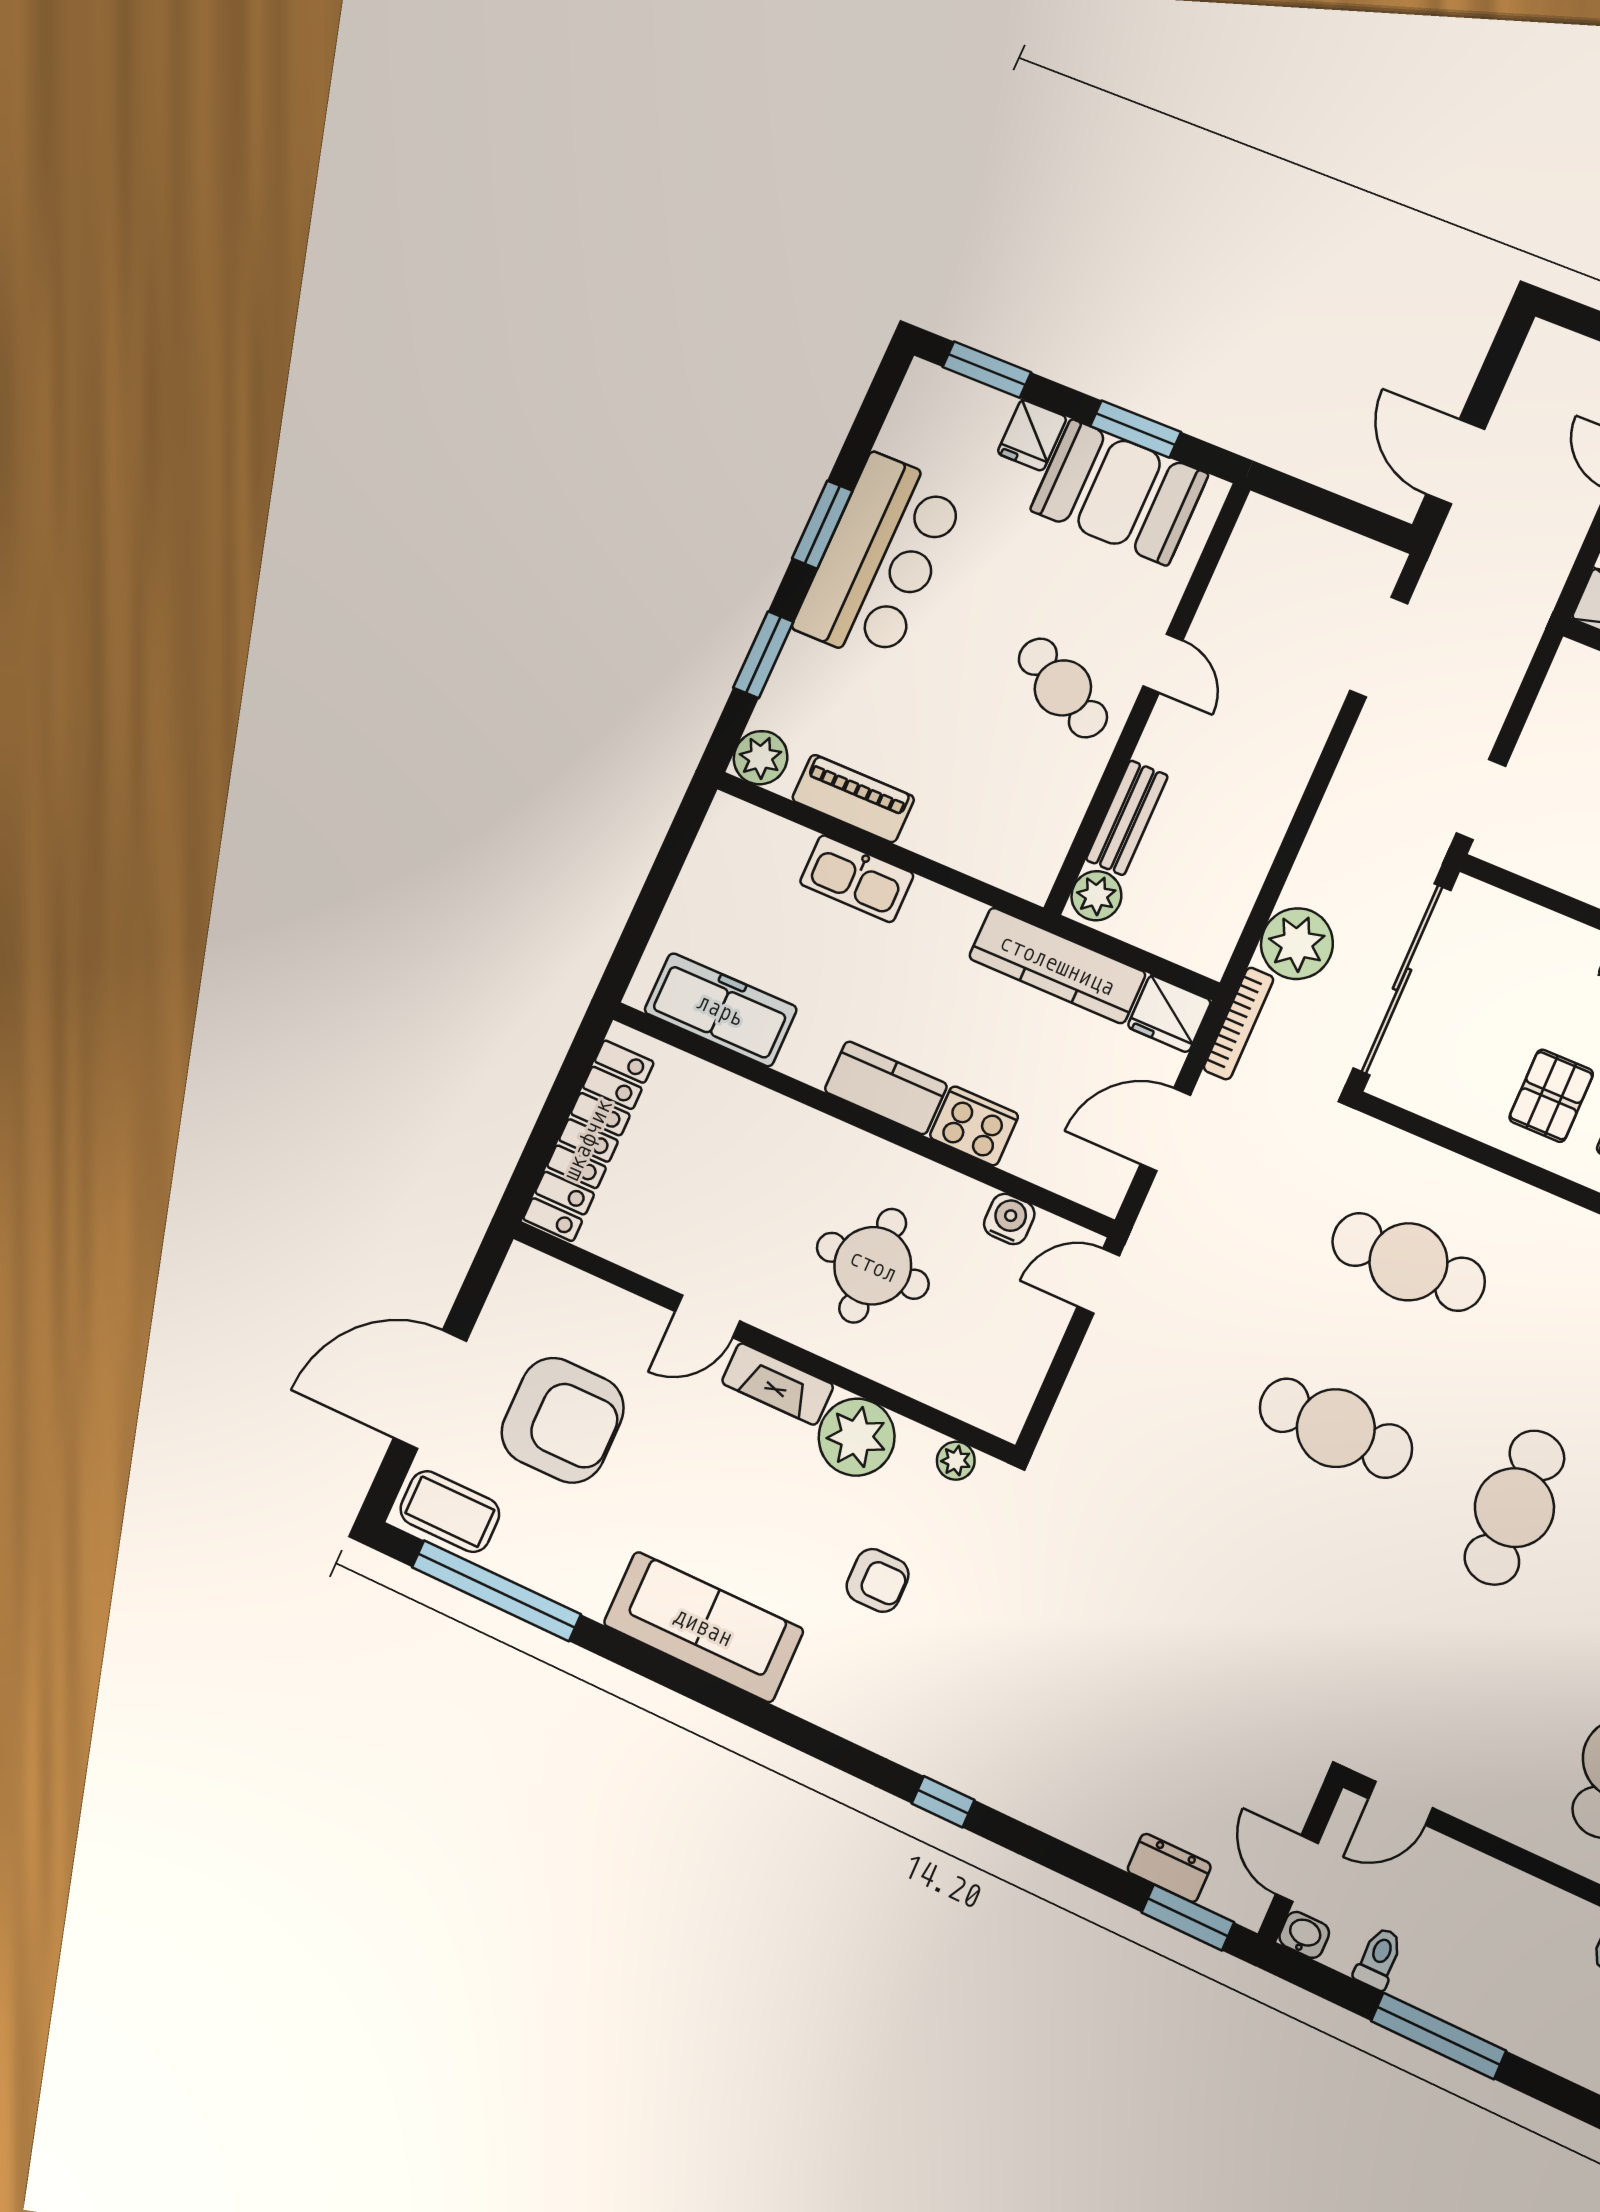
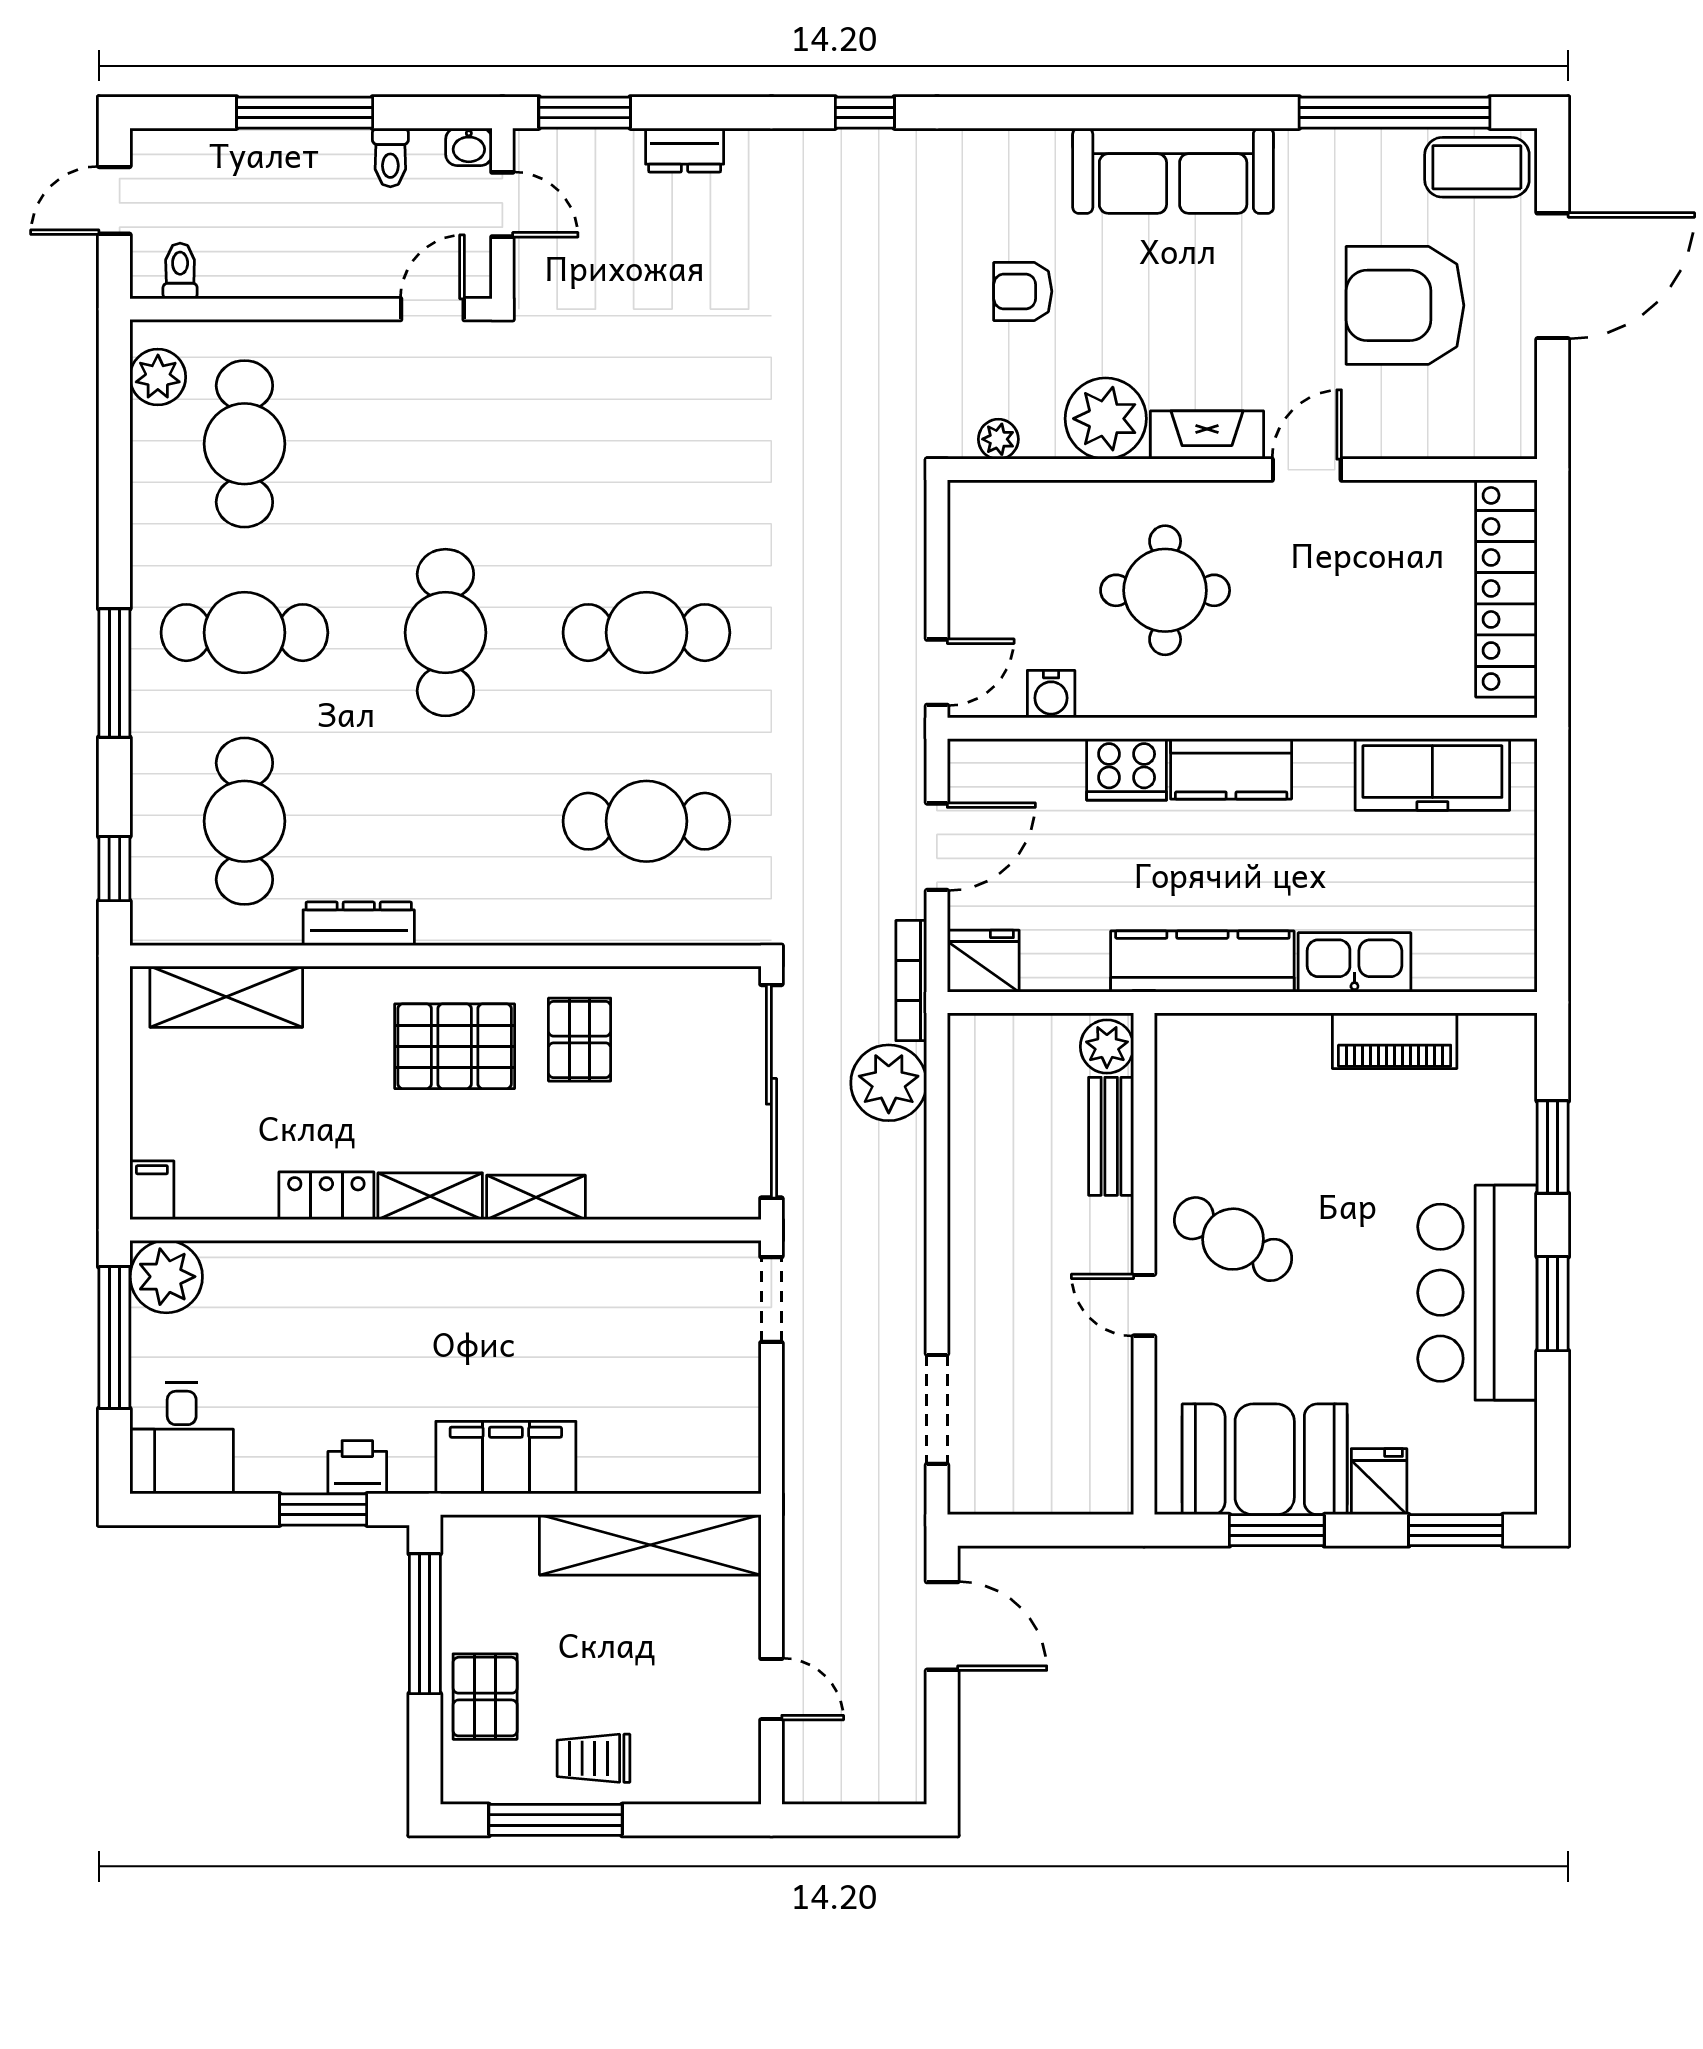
plant: (761, 758) -> (1508, 1042), removed
kitchen counter: (1057, 965) -> (1202, 962), moved
dresser: (1169, 1868) -> (685, 150), moved

